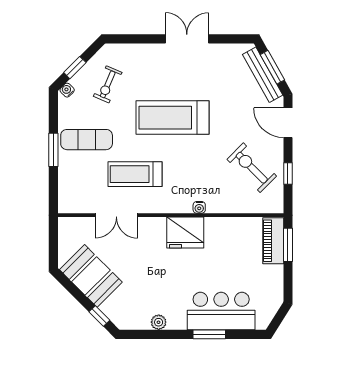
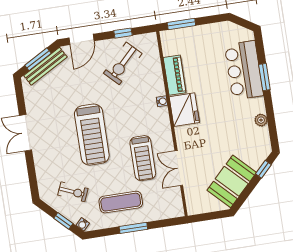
exercise mat: (87, 140) -> (121, 202), turned 90
double door: (116, 215) -> (179, 168), swing flipped
piano: (273, 241) -> (175, 75), moved, turned -90

